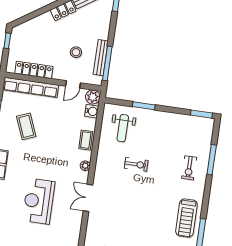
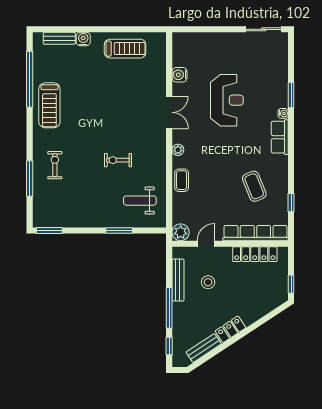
window: (107, 63) -> (169, 308), moved
water cooler: (92, 111) -> (179, 75), moved
weight bench: (123, 128) -> (140, 201), turned -90
treadmill: (186, 218) -> (49, 105), turned 180

